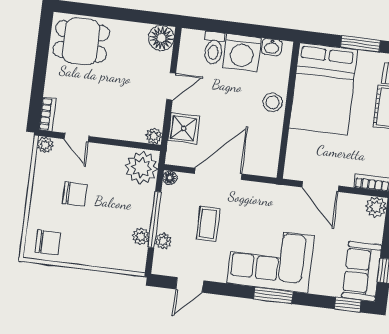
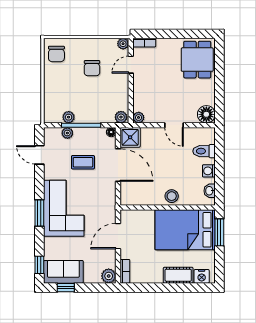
window: (360, 44) -> (219, 232), moved
washing machine: (242, 53) -> (209, 171), width x0.53, depth x0.53
shower: (184, 128) -> (130, 137), moved
plant: (142, 168) -> (121, 117), width x0.53, depth x0.53

